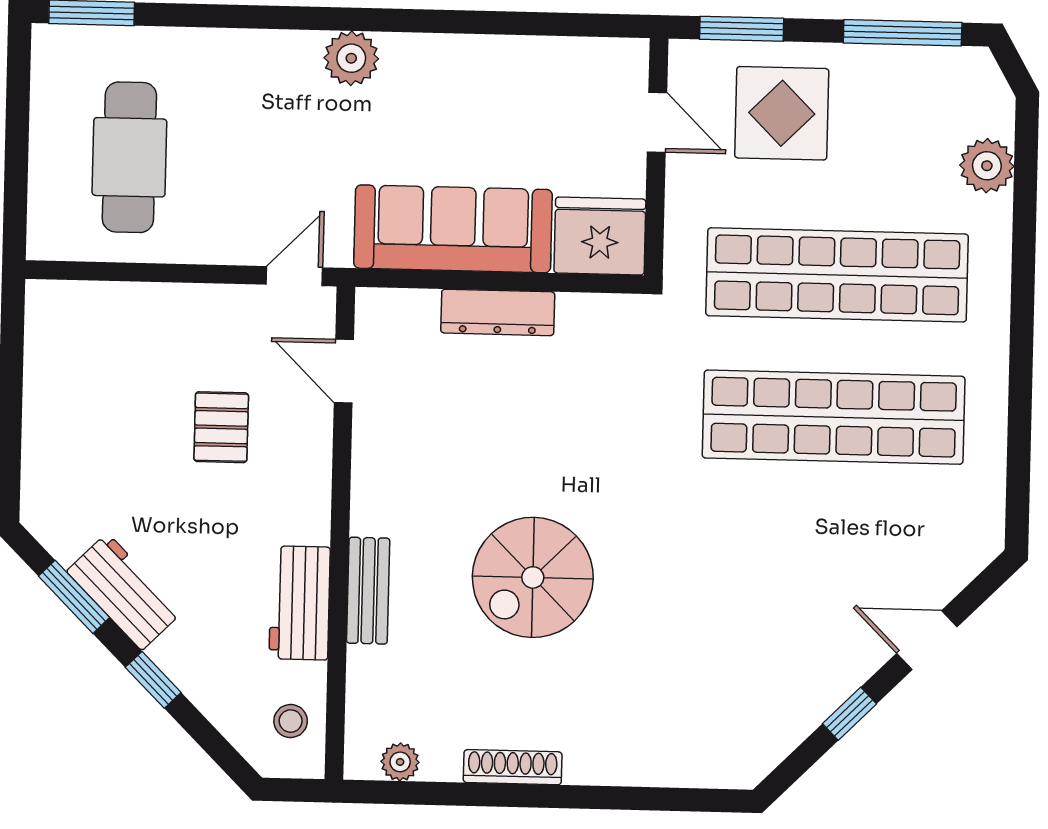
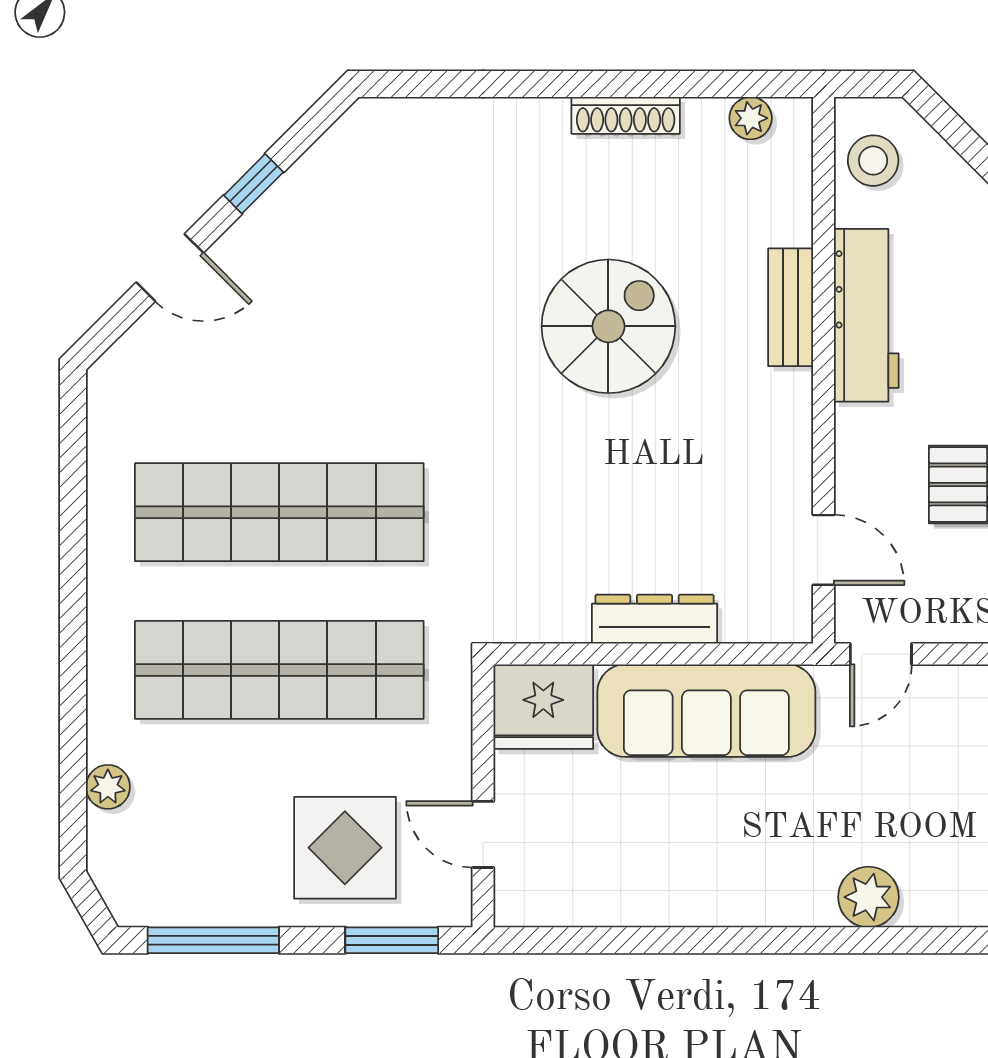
plant: (351, 58) -> (868, 897), moved
plant: (987, 166) -> (108, 787), width x0.73, depth x0.73
workbench: (300, 603) -> (866, 315), width x1.38
stool: (291, 721) -> (873, 161), width x1.37, depth x1.37

